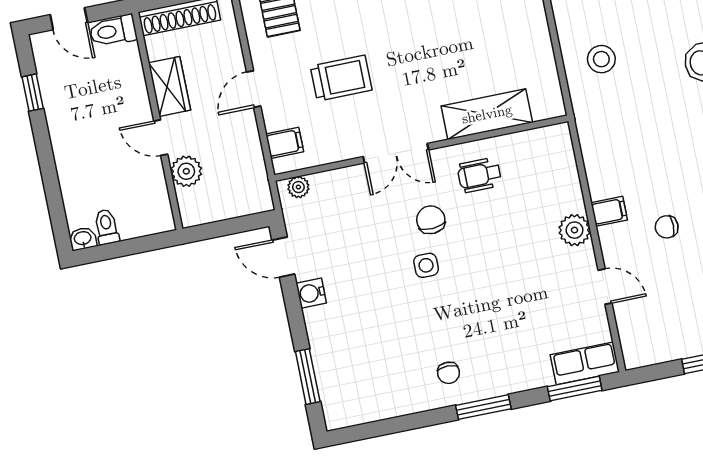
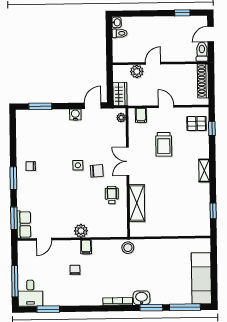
stool: (601, 59) -> (128, 248), moved
wardrobe: (169, 86) -> (120, 94), moved, turned -90
door: (605, 287) -> (44, 239), moved

